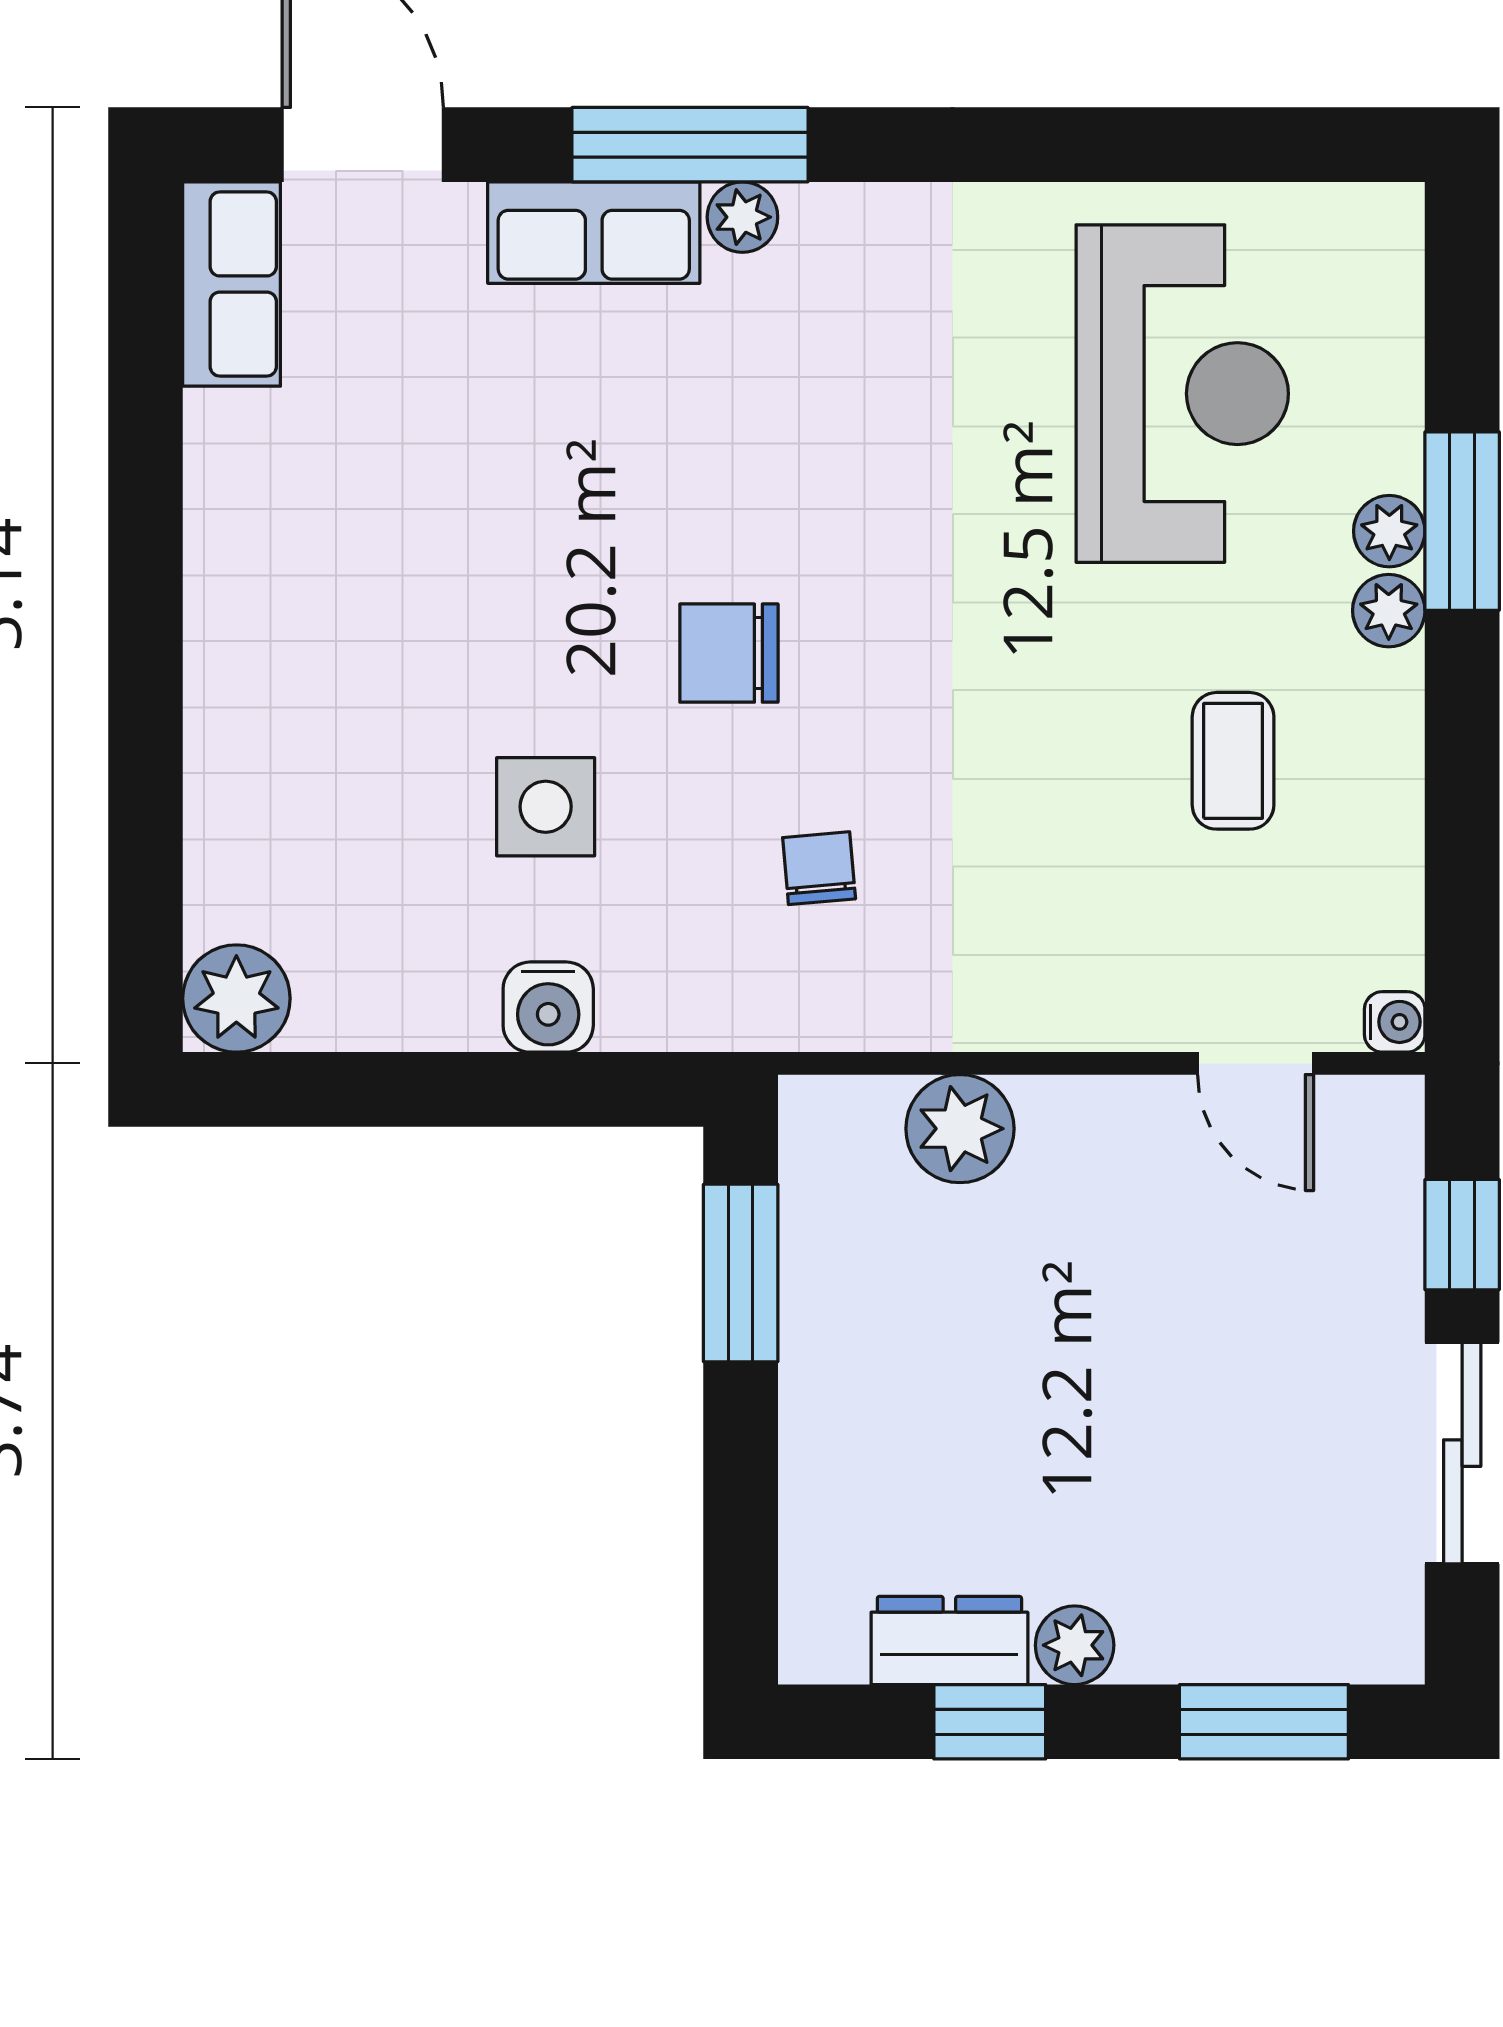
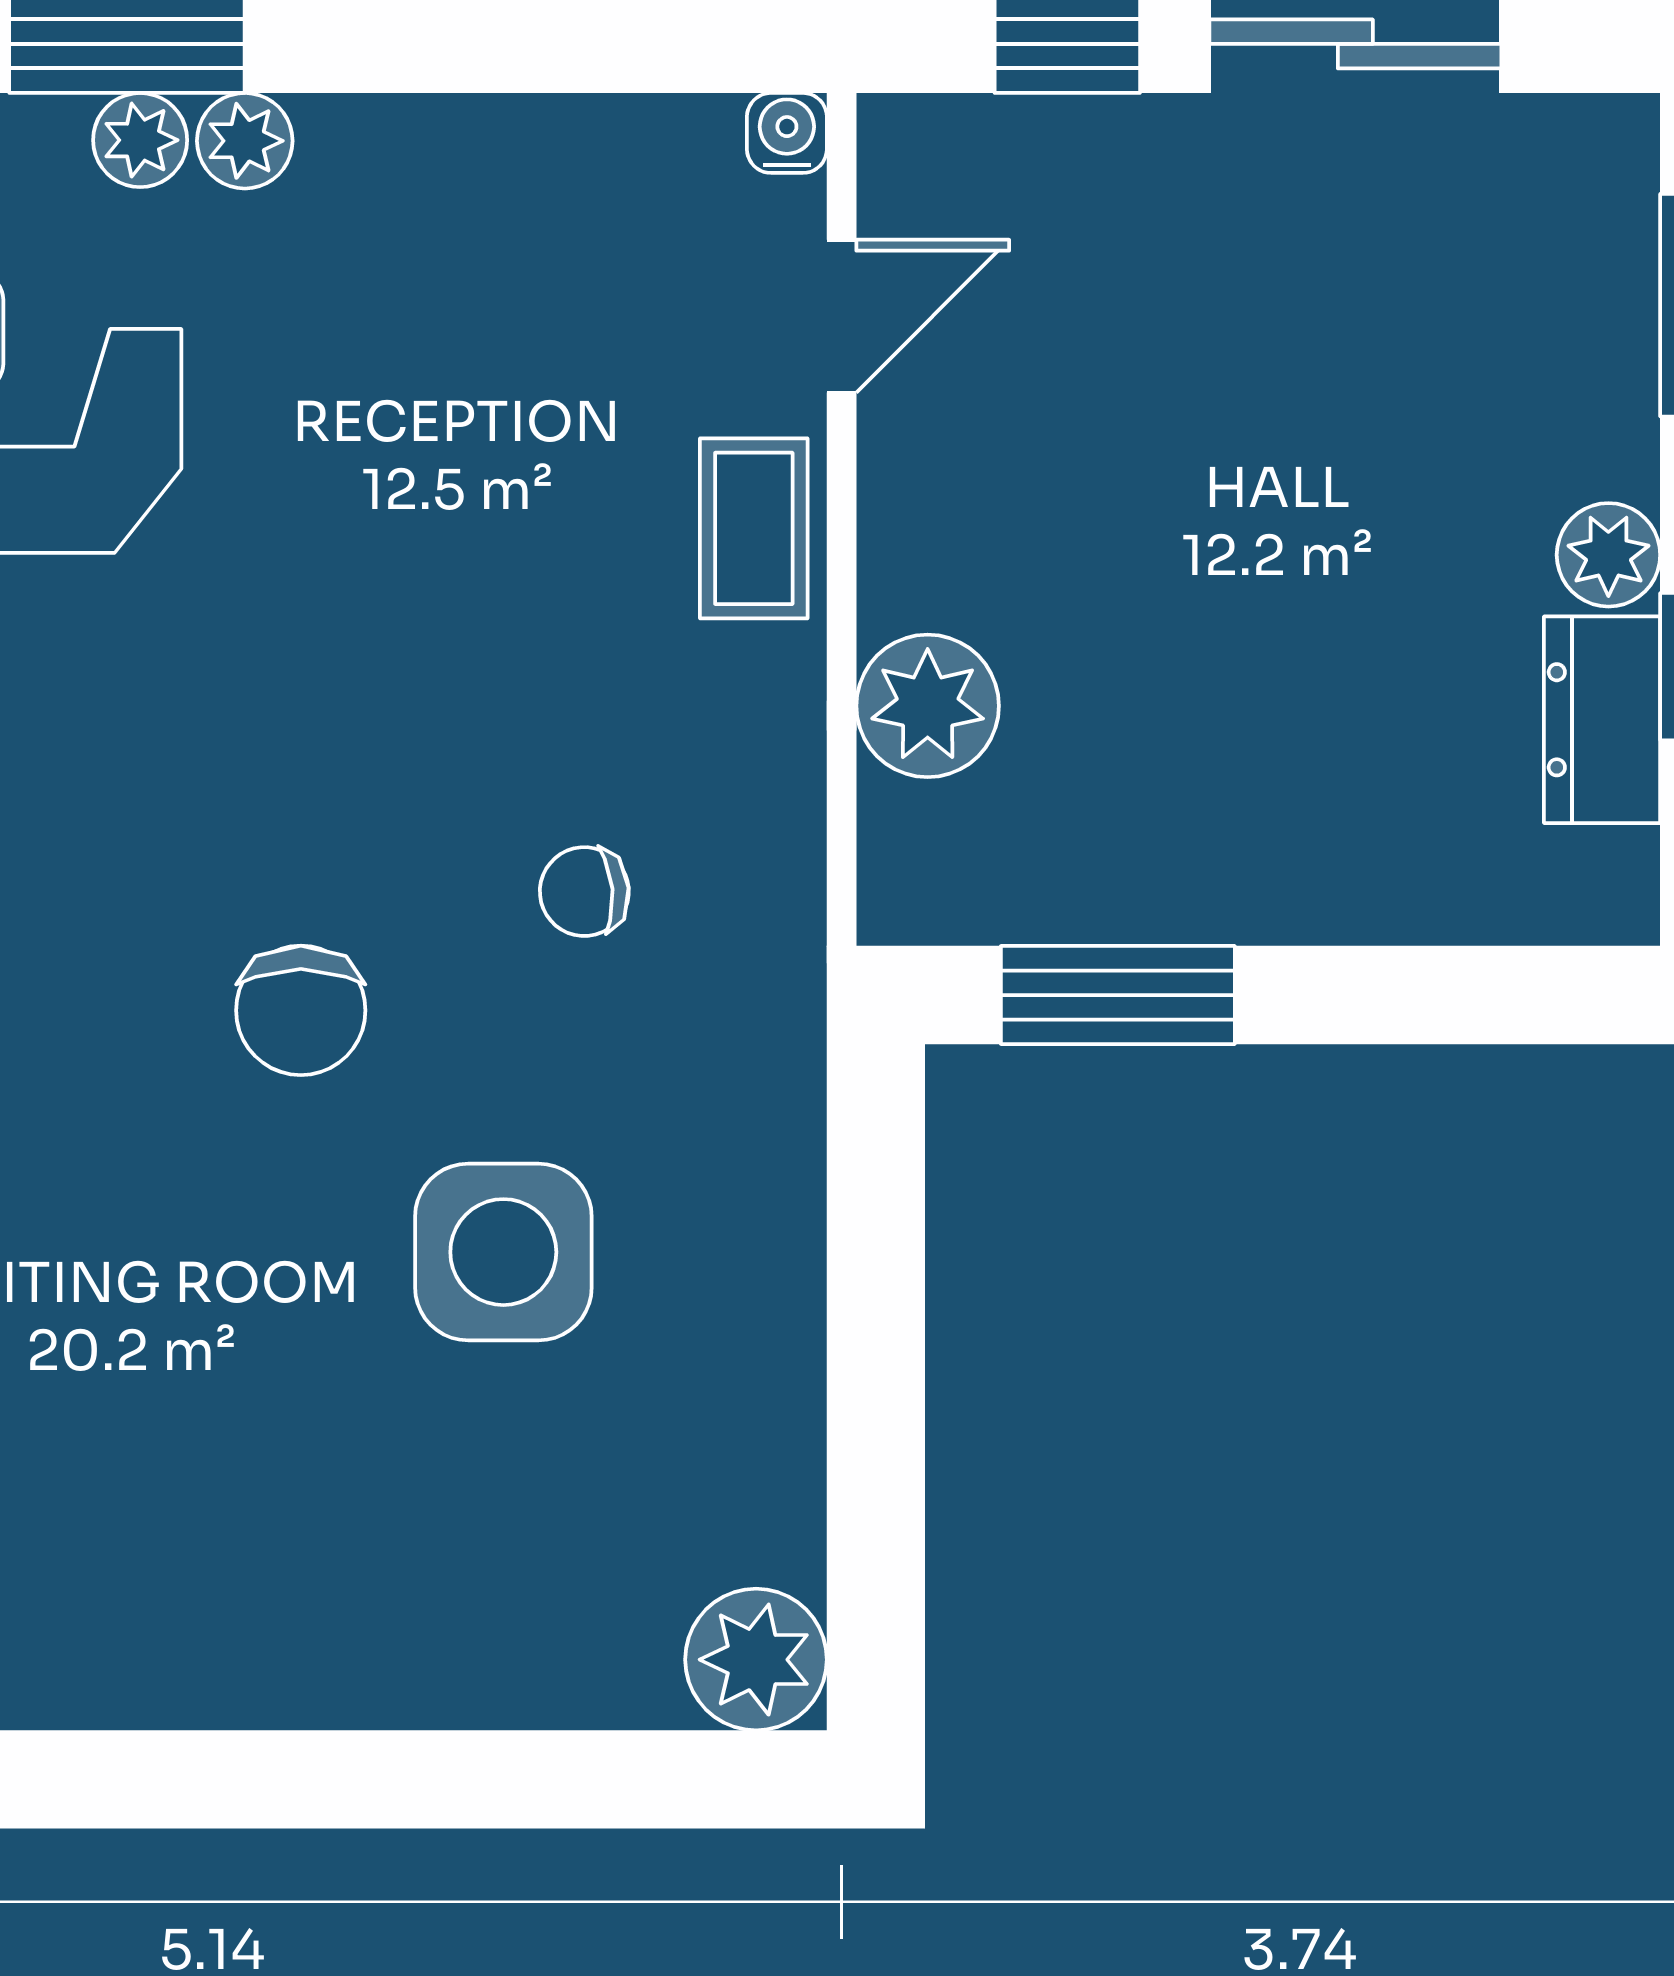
coffee table: (1233, 761) -> (754, 528), moved, turned 90
side table: (546, 807) -> (503, 1252), width x1.37, depth x1.37
water cooler: (548, 1007) -> (767, 1249), removed

